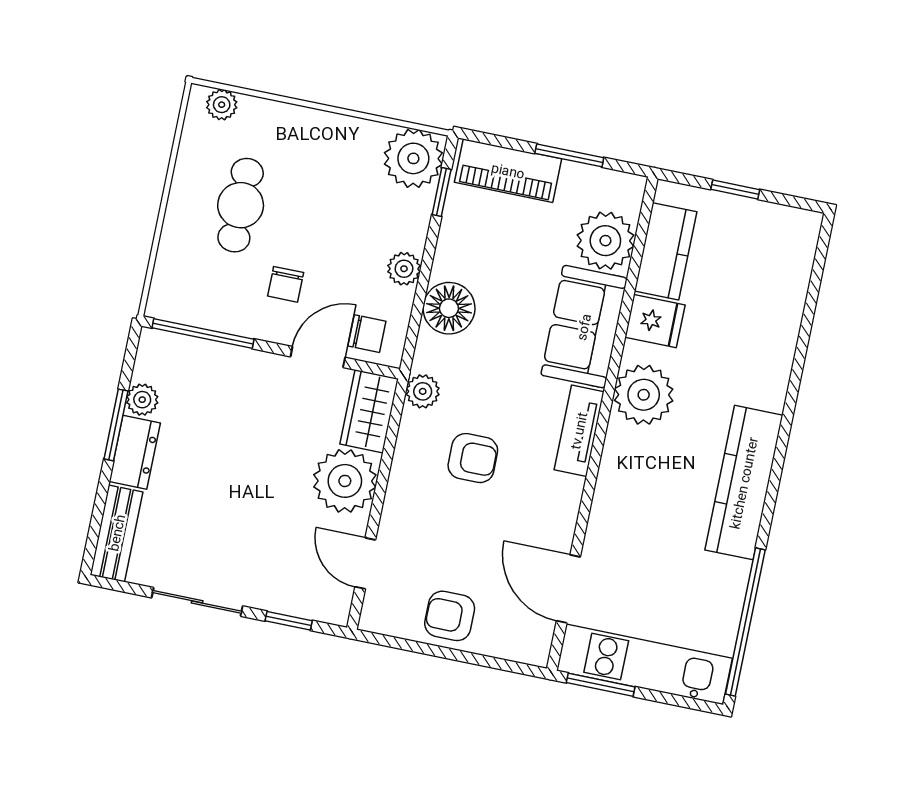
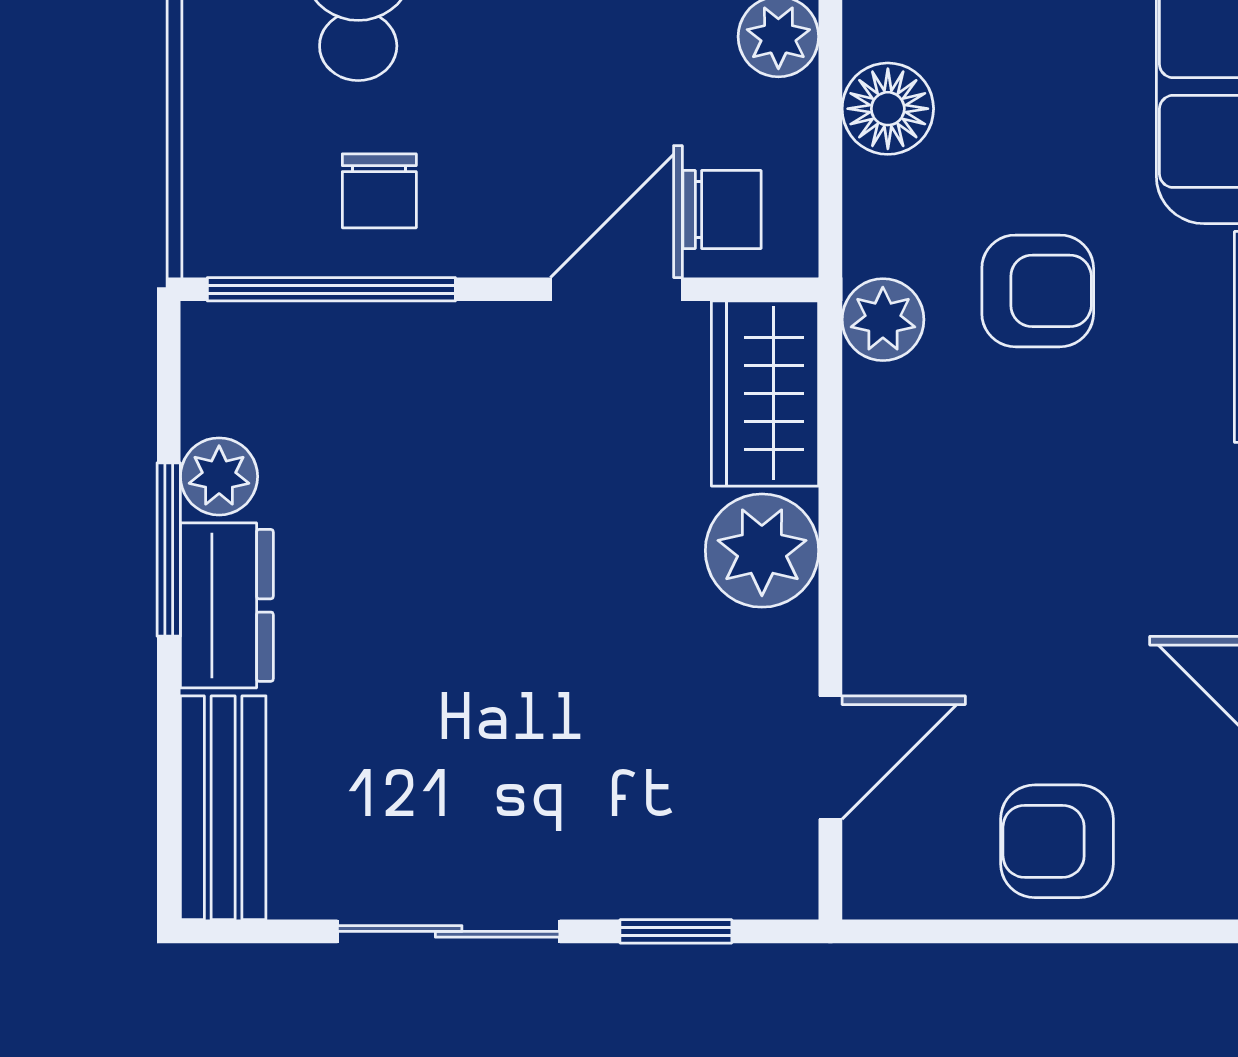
chair: (286, 284) -> (379, 191), moved
floor lamp: (449, 308) -> (888, 109), width x0.73, depth x0.73
armchair: (473, 458) -> (1038, 291), moved
plant: (345, 481) -> (762, 551), width x0.73, depth x0.73
door: (365, 563) -> (830, 757), swing flipped

